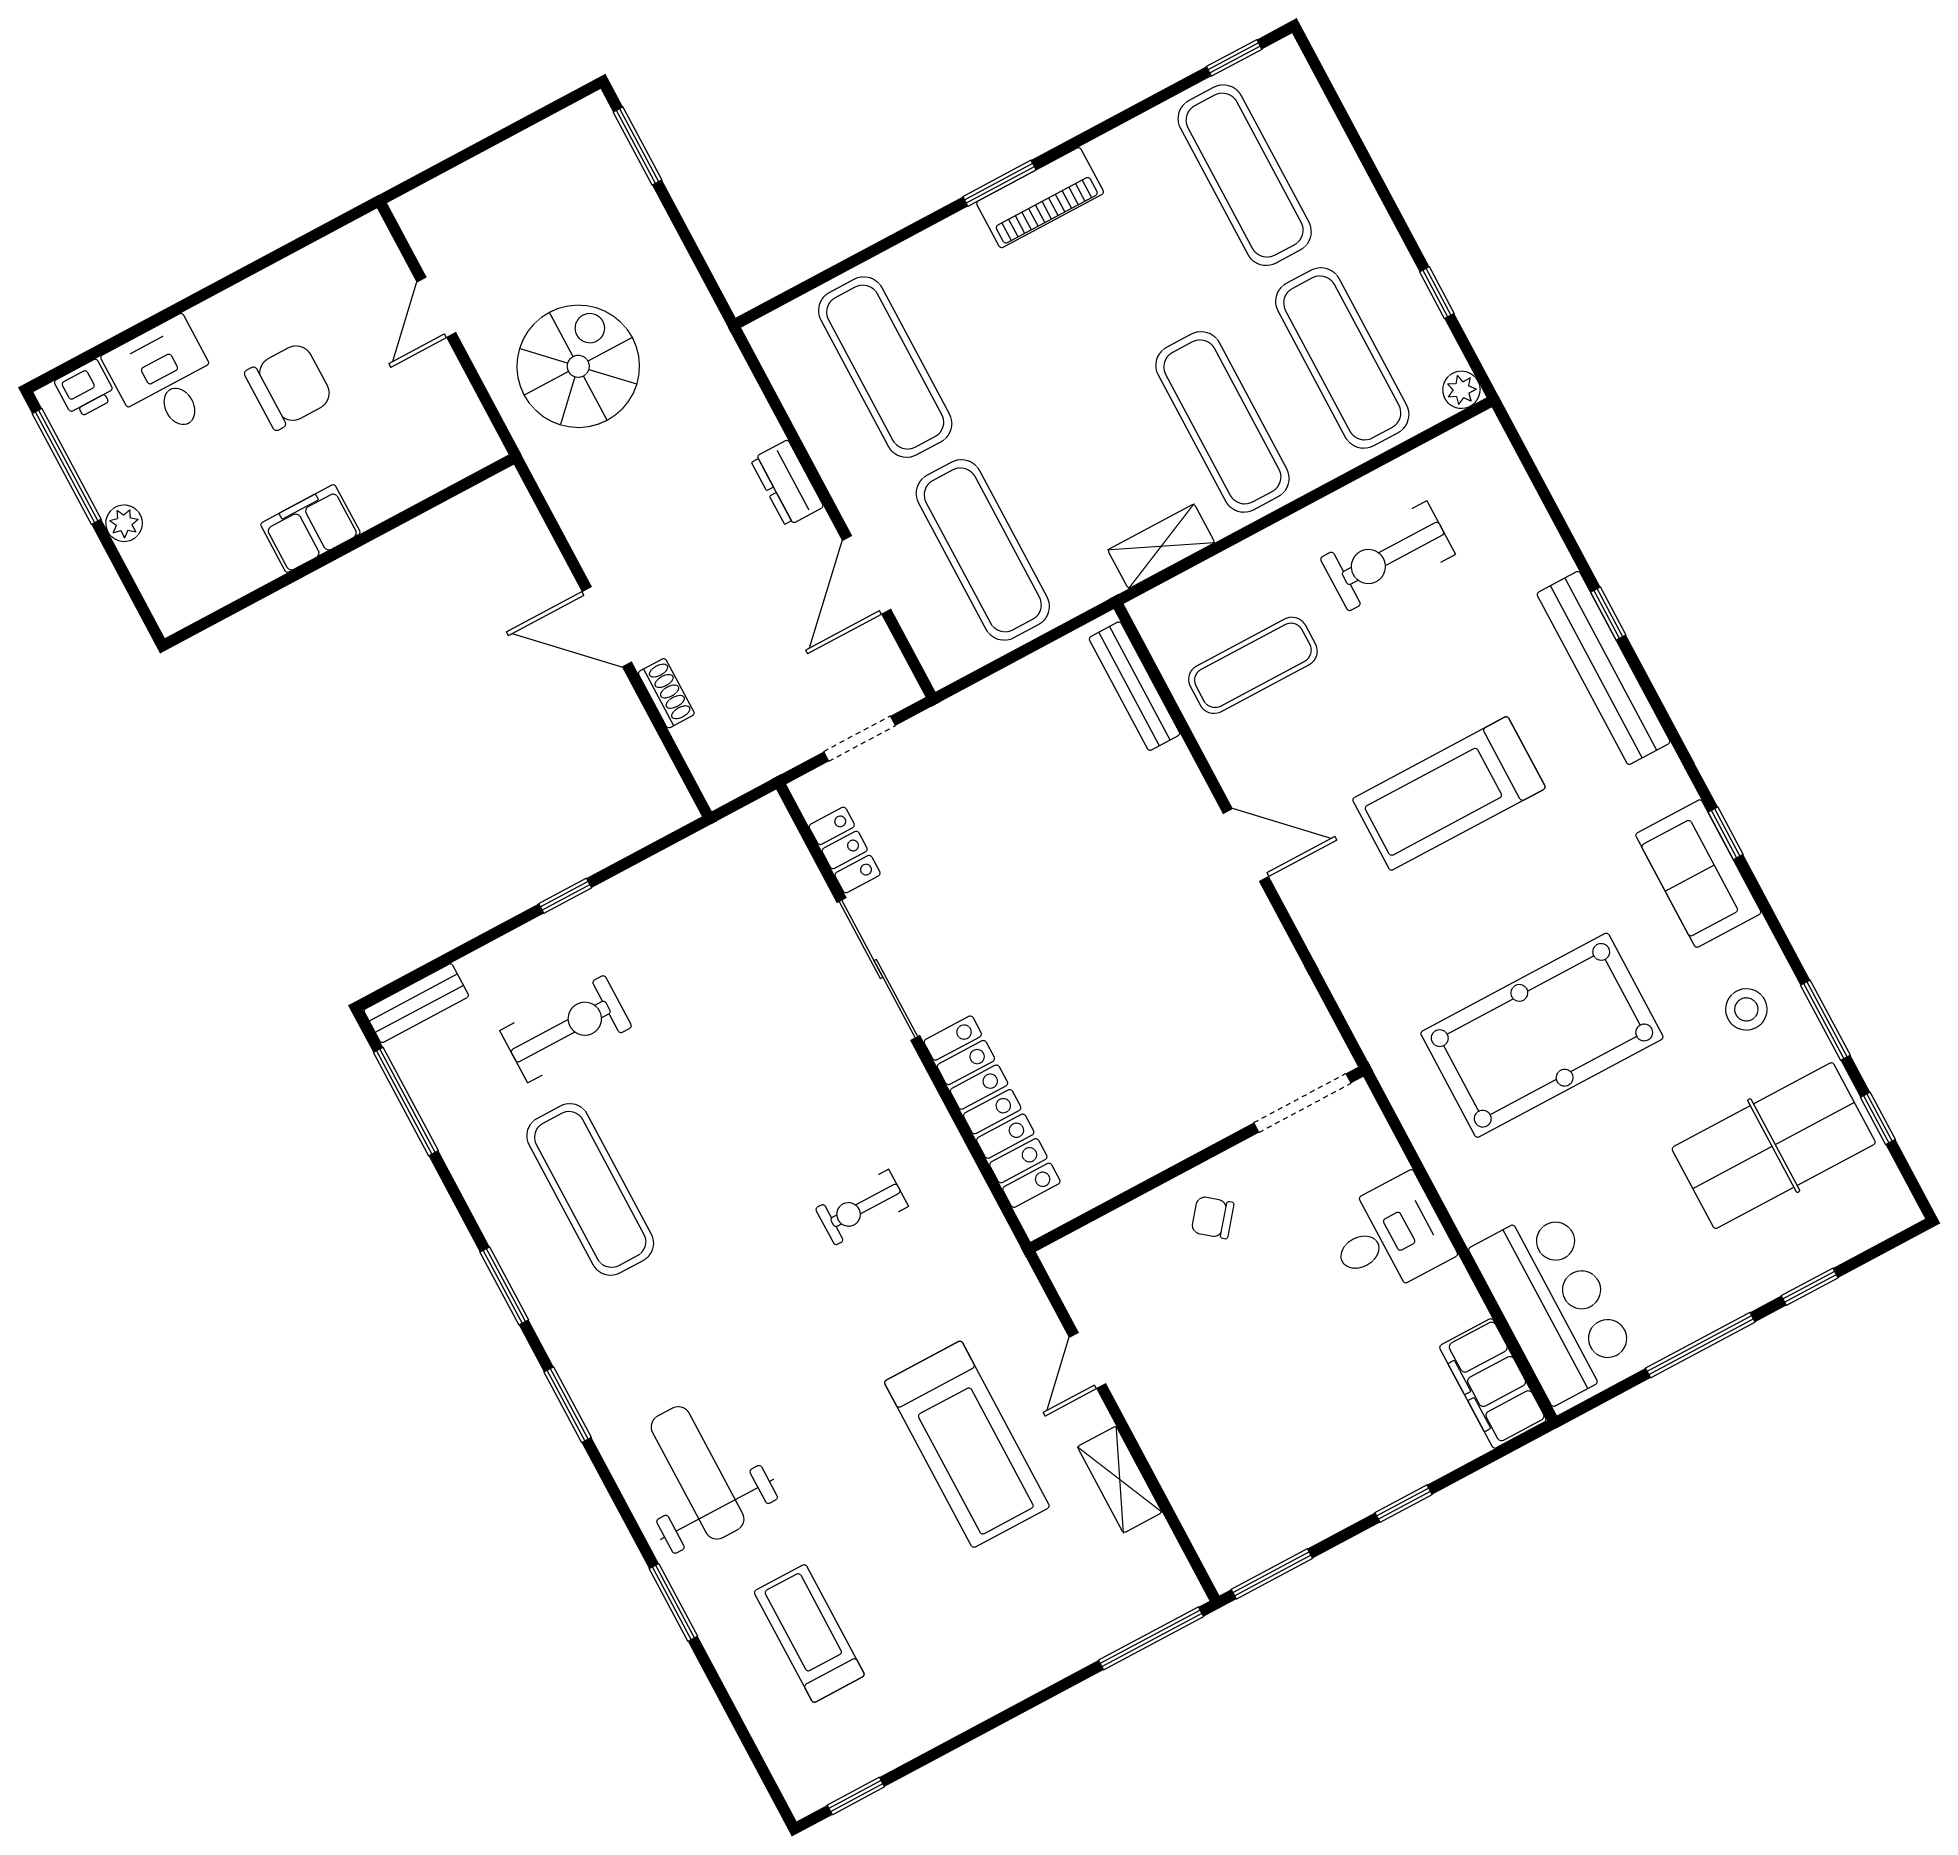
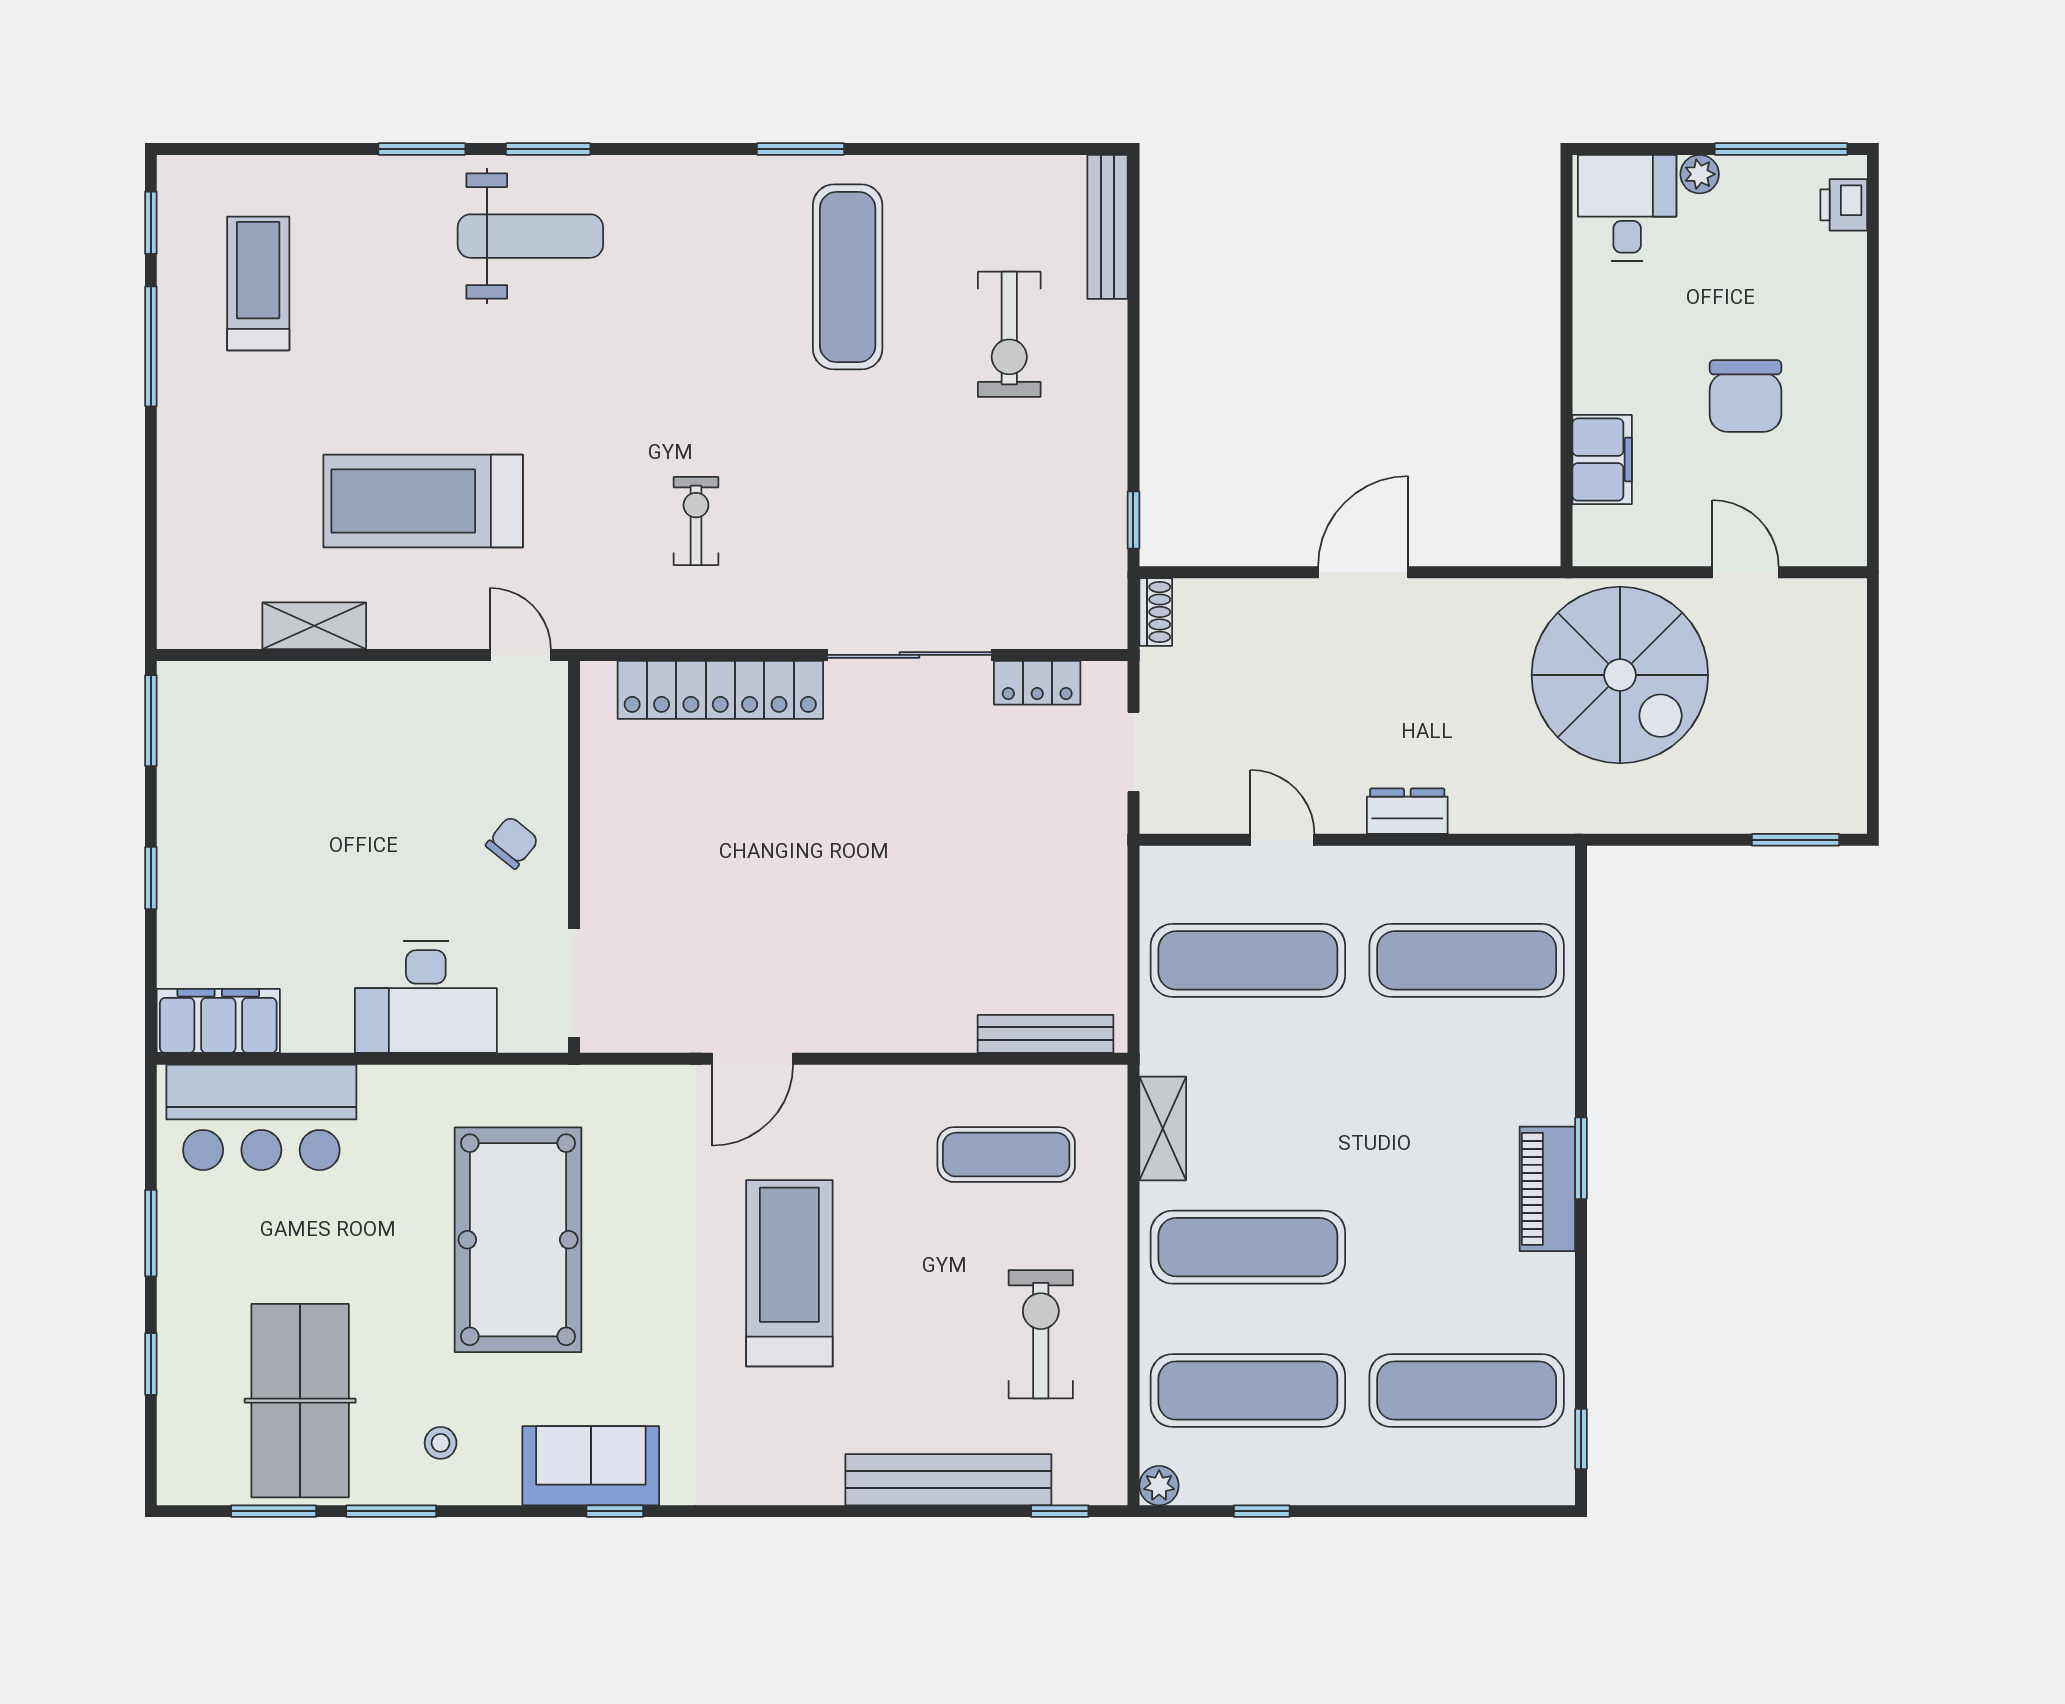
spiral stairs: (578, 366) -> (1620, 675), width x1.37, depth x1.37
desk: (165, 379) -> (1627, 208), moved, turned -90
filing cabinet: (310, 529) -> (1602, 460), moved
door: (867, 575) -> (1282, 840), width x0.73
window: (1608, 613) -> (1060, 1511), moved
exercise mat: (1253, 665) -> (1006, 1155), turned 90
bench: (1604, 668) -> (948, 1480), moved
shoe rack: (666, 693) -> (1156, 612), moved, turned -90
door: (1246, 845) -> (753, 1059), moved
window: (565, 896) -> (1133, 520), moved
bench: (416, 1003) -> (1107, 227), width x1.36
stool: (1746, 1009) -> (441, 1443), width x0.73, depth x0.73
window: (406, 1102) -> (1021, 149), removed
window: (1878, 1118) -> (274, 1511), width x1.50
exercise mat: (590, 1189) -> (848, 277), turned 90
desk: (1389, 1237) -> (426, 997), width x1.37
window: (1700, 1345) -> (151, 1233), width x0.69
door: (1088, 1360) -> (520, 655), moved
window: (568, 1405) -> (548, 149), moved
treadmill: (809, 1633) -> (258, 283), moved, turned -90
window: (1151, 1638) -> (151, 346), moved

